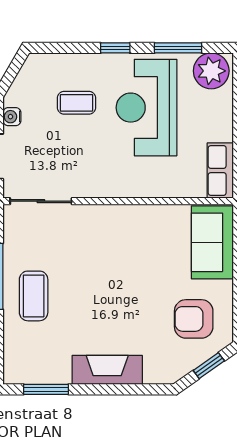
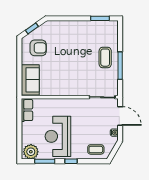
coffee table: (76, 103) -> (96, 149), moved
reception desk: (146, 108) -> (58, 136), turned 180
fireplace: (107, 370) -> (74, 27), removed

